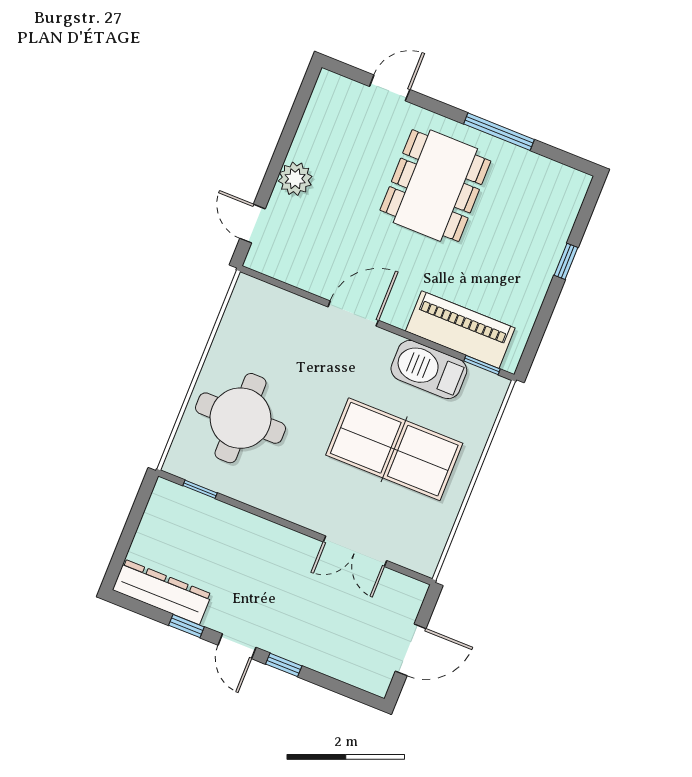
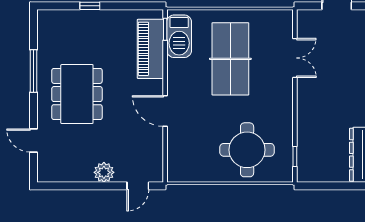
dining table: (435, 186) -> (77, 94), turned 90
barbecue: (429, 370) -> (179, 36), moved

